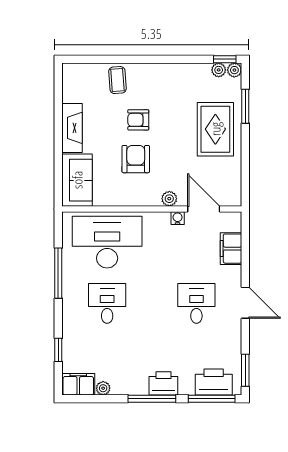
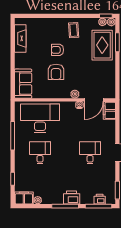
coffee table: (117, 80) -> (74, 30), moved
fireplace: (72, 128) -> (20, 38), moved
rug: (215, 129) -> (102, 45), moved
armchair: (136, 159) -> (56, 72), turned 180
door: (204, 209) -> (94, 100), swing flipped
filing cabinet: (231, 249) -> (109, 110), moved
printer: (214, 382) -> (100, 199), width x0.53, depth x0.68

